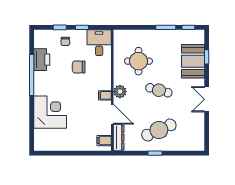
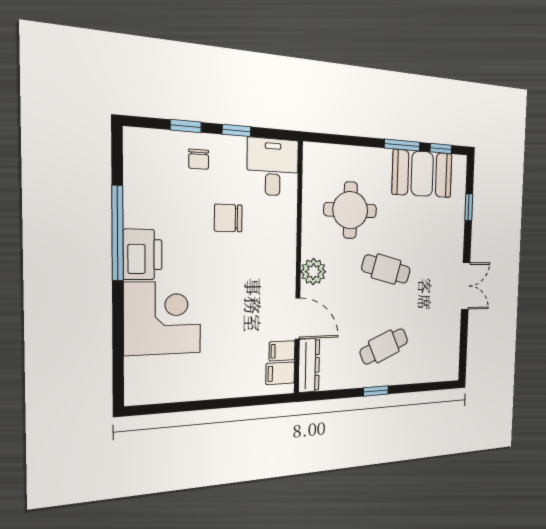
printer: (42, 60) -> (143, 254), moved
booth: (193, 61) -> (422, 174), moved, turned 90
filing cabinet: (105, 95) -> (282, 351), moved
double door: (207, 99) -> (466, 286), swing flipped
cafe table: (159, 130) -> (384, 346), width x0.73, depth x0.74

